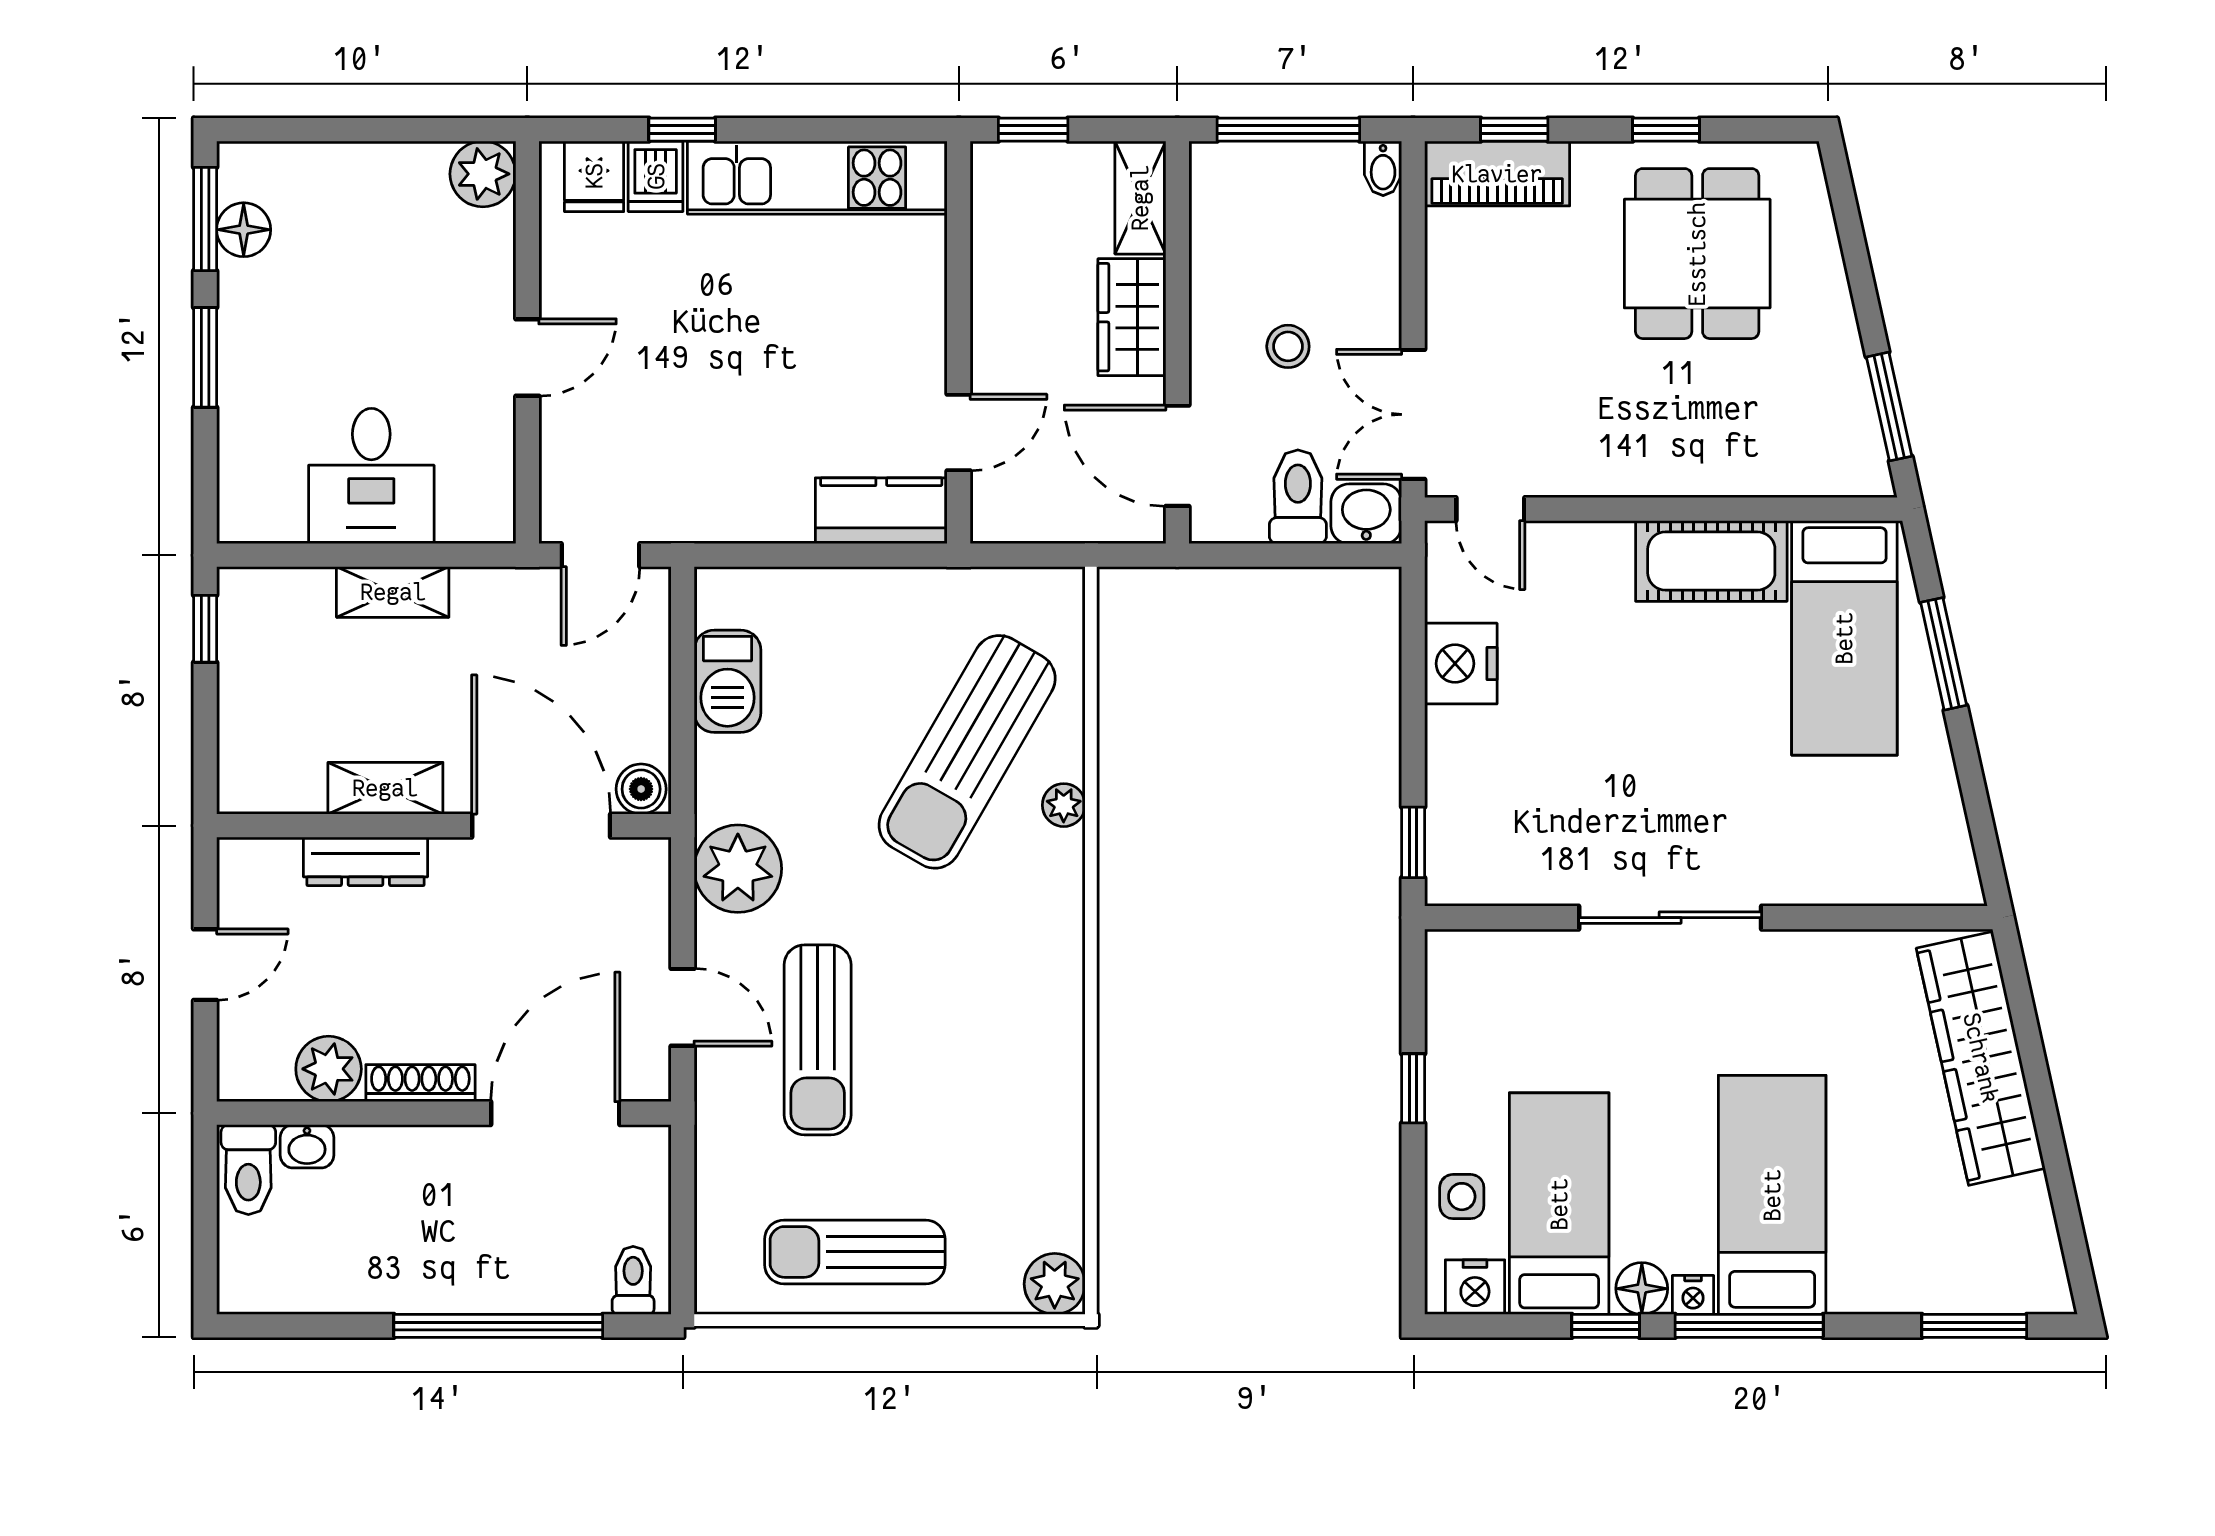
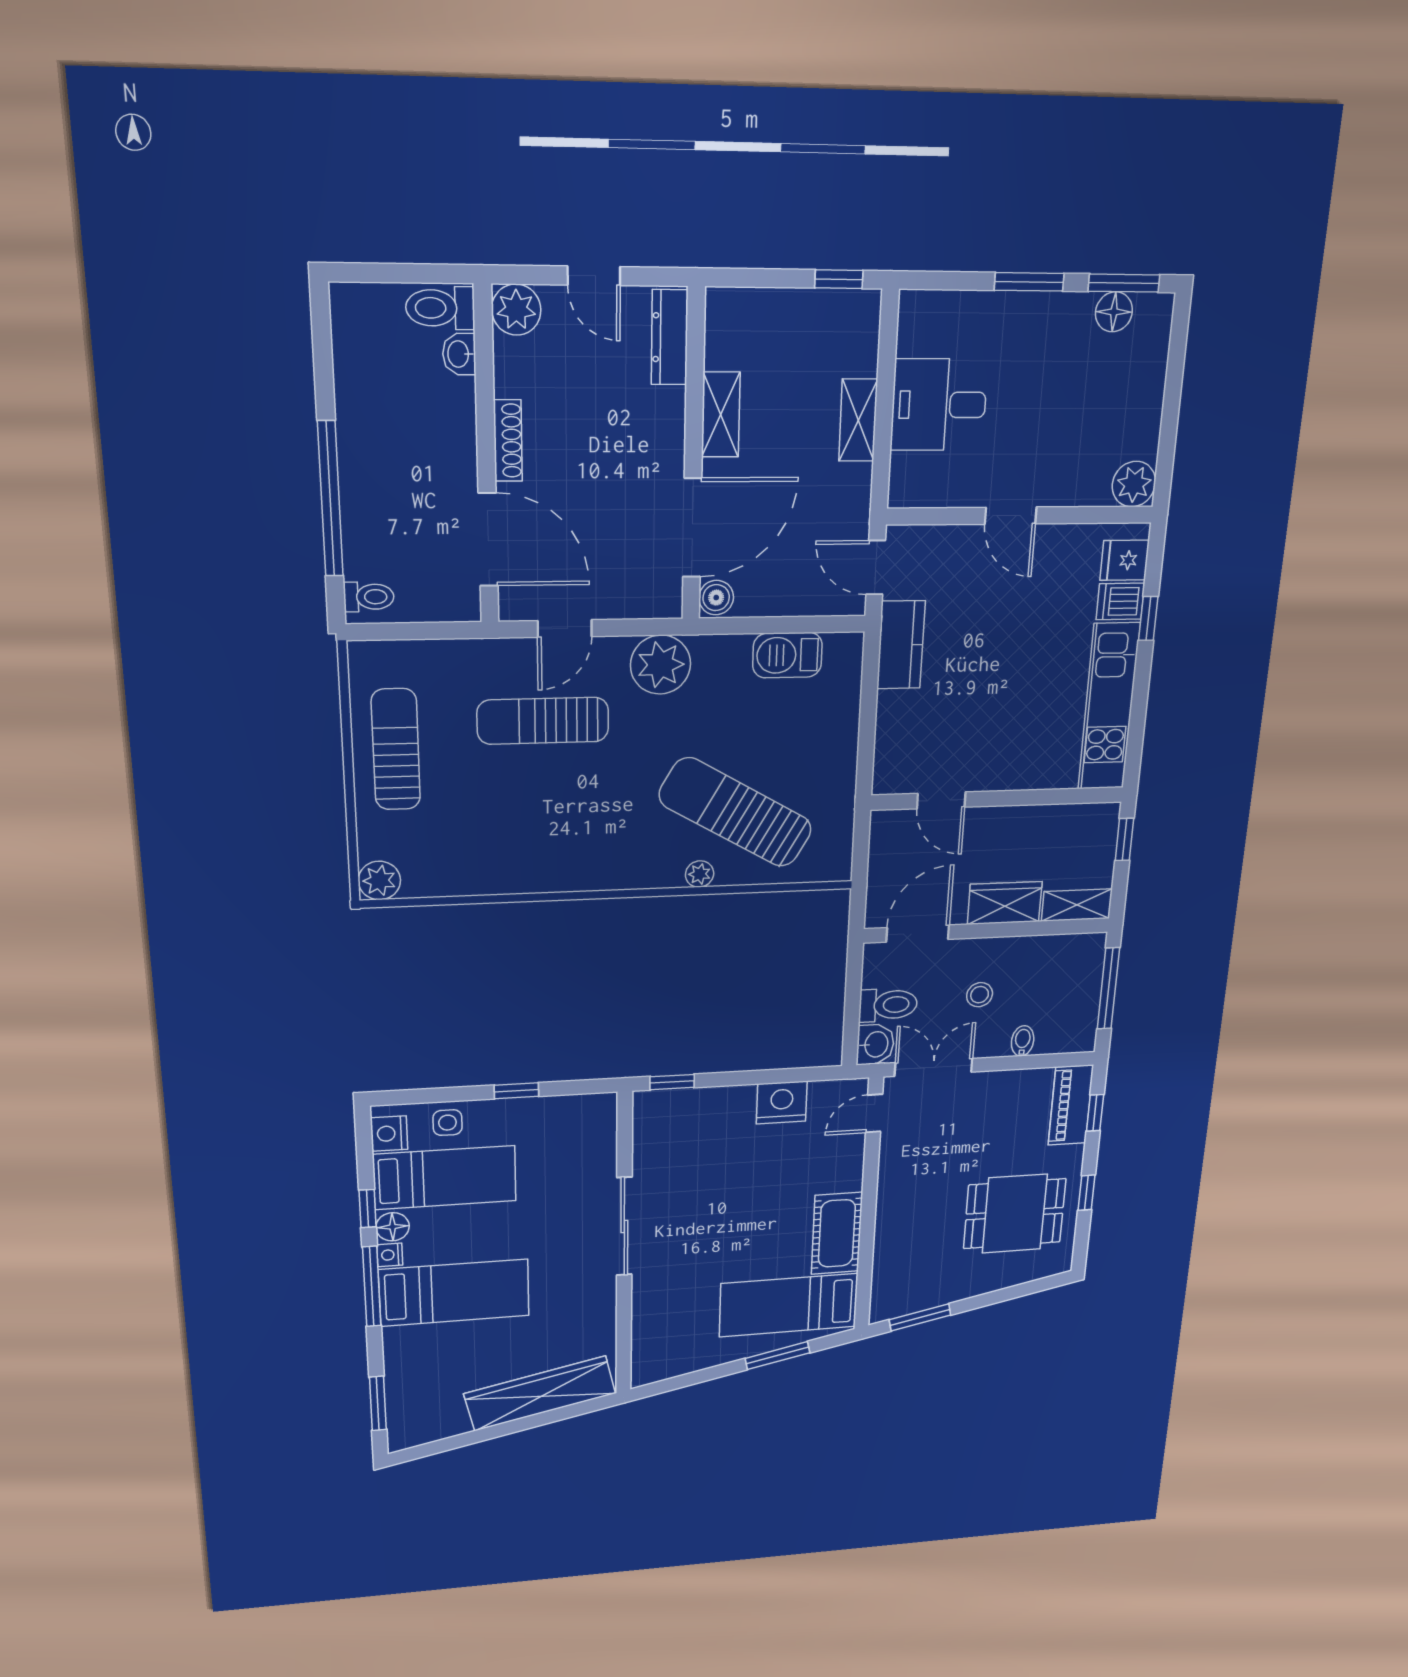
bidet: (1383, 168) -> (1023, 1041), moved, turned 90
kitchen counter: (881, 511) -> (901, 645), moved
dresser: (366, 861) -> (670, 337), moved
plant: (329, 1069) -> (516, 310), moved

